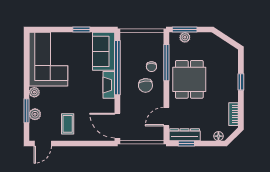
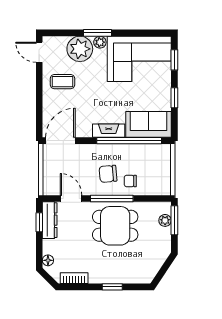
window: (49, 29) -> (174, 60), added
window: (166, 63) -> (112, 199), moved
window: (27, 111) -> (98, 33), moved
plant: (35, 114) -> (80, 49), width x1.88, depth x1.88

